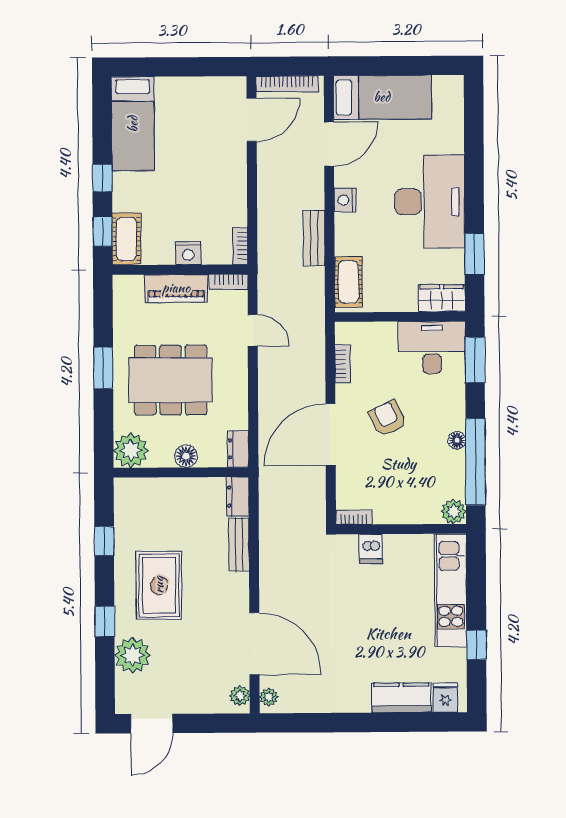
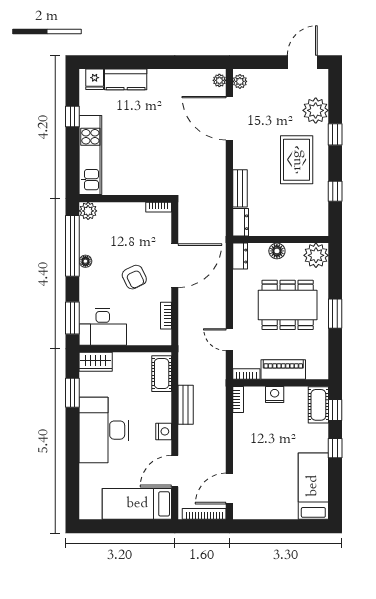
dishwasher: (371, 549) -> (147, 185), removed

